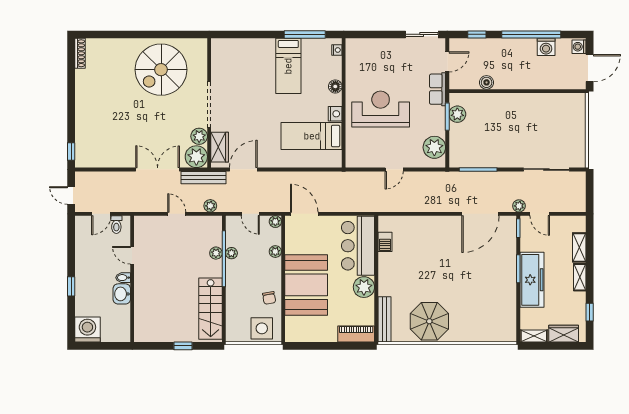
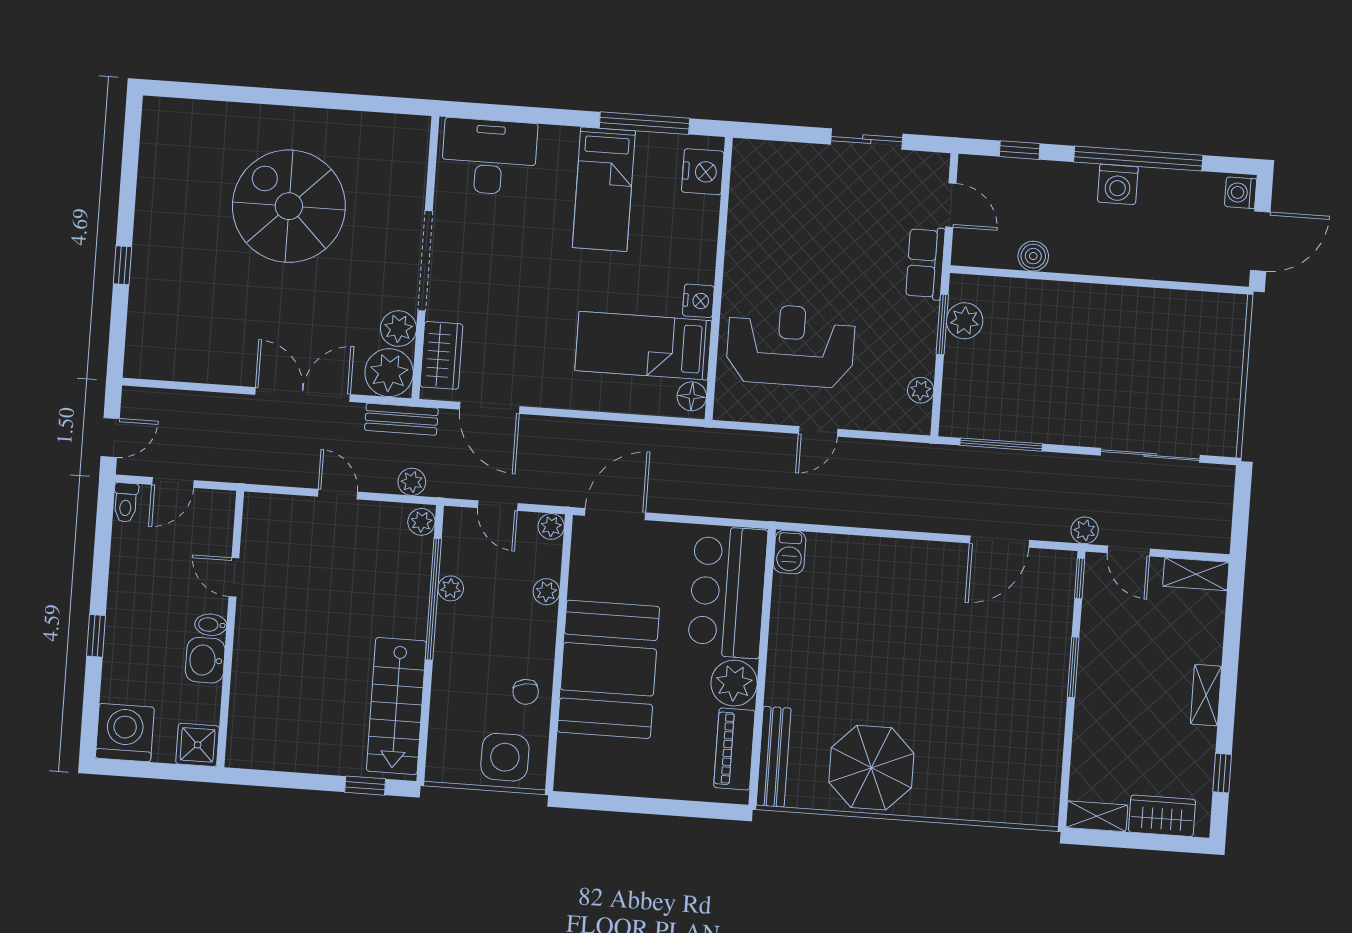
sliding door: (422, 34) -> (867, 139), moved
washing machine: (546, 47) -> (1118, 184), moved
nightstand: (337, 50) -> (703, 172), width x1.89, depth x1.79
shoe rack: (80, 53) -> (152, 129), removed
desk: (235, 55) -> (489, 157), added
door: (447, 62) -> (951, 205), hinge flipped
spiral stairs: (161, 70) -> (289, 206), moved, turned 90
floor lamp: (335, 86) -> (692, 396), moved
reception desk: (381, 109) -> (791, 345), moved
plant: (434, 147) -> (921, 390), width x0.53, depth x0.53
window: (71, 152) -> (123, 265), moved
door: (243, 169) -> (490, 408), swing flipped
bench: (203, 178) -> (401, 419), width x0.73
door: (71, 195) -> (110, 437), swing flipped
door: (304, 214) -> (615, 514), hinge flipped
door: (480, 214) -> (999, 542), width x0.73
toilet: (116, 225) -> (126, 502), moved
barbecue: (385, 242) -> (790, 552), moved
shelving: (579, 247) -> (1196, 574), moved, turned 90
plant: (216, 253) -> (421, 522), moved
freezer: (532, 280) -> (1101, 693), removed
shower: (121, 333) -> (198, 745), added
piano: (356, 334) -> (734, 749), moved, turned -90
window: (183, 346) -> (365, 786), moved

